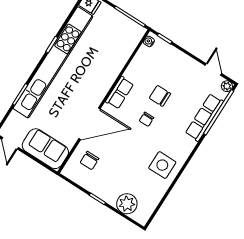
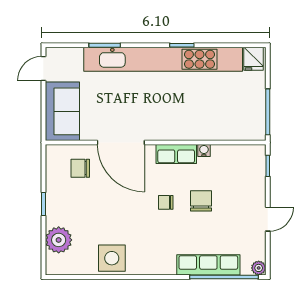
water cooler: (149, 41) -> (204, 150), moved
door: (213, 69) -> (268, 219), moved
side table: (162, 165) -> (112, 258), moved

